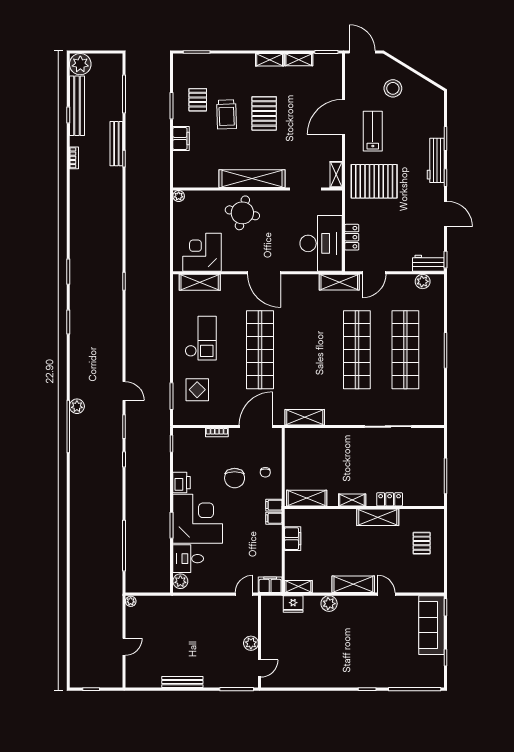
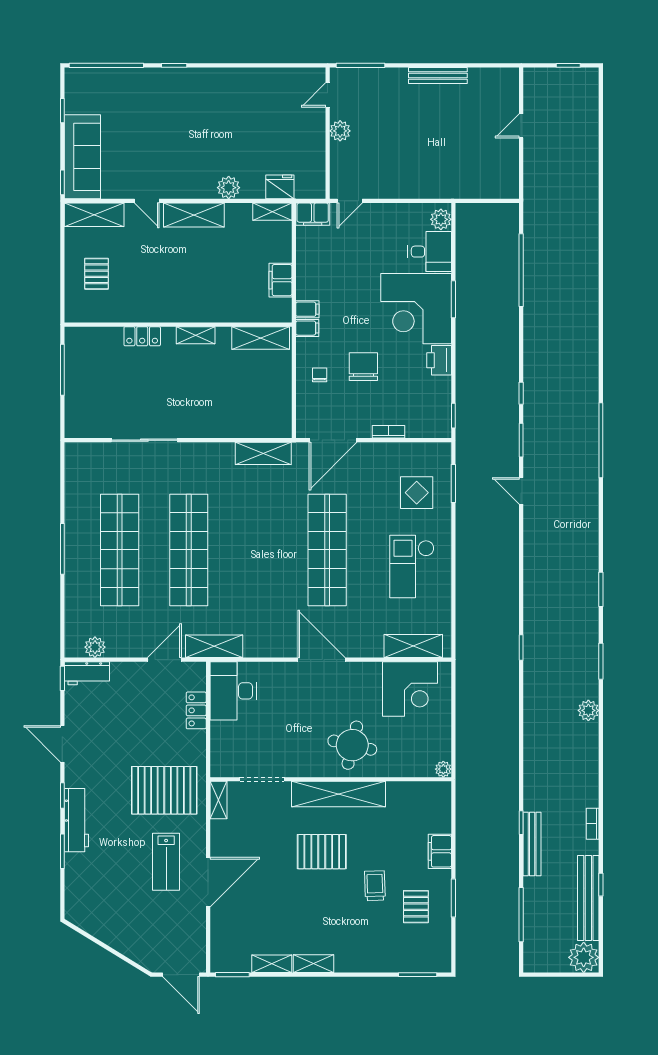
stool: (393, 88) -> (137, 923), removed
pallet: (264, 113) -> (322, 852), moved, turned 90
trolley: (227, 114) -> (375, 886), width x0.73, depth x0.72
desk: (321, 243) -> (233, 691), width x0.73, depth x0.77
plant: (77, 406) -> (588, 710), moved
shelving: (378, 517) -> (94, 215), moved
plant: (131, 601) -> (512, 191), removed

